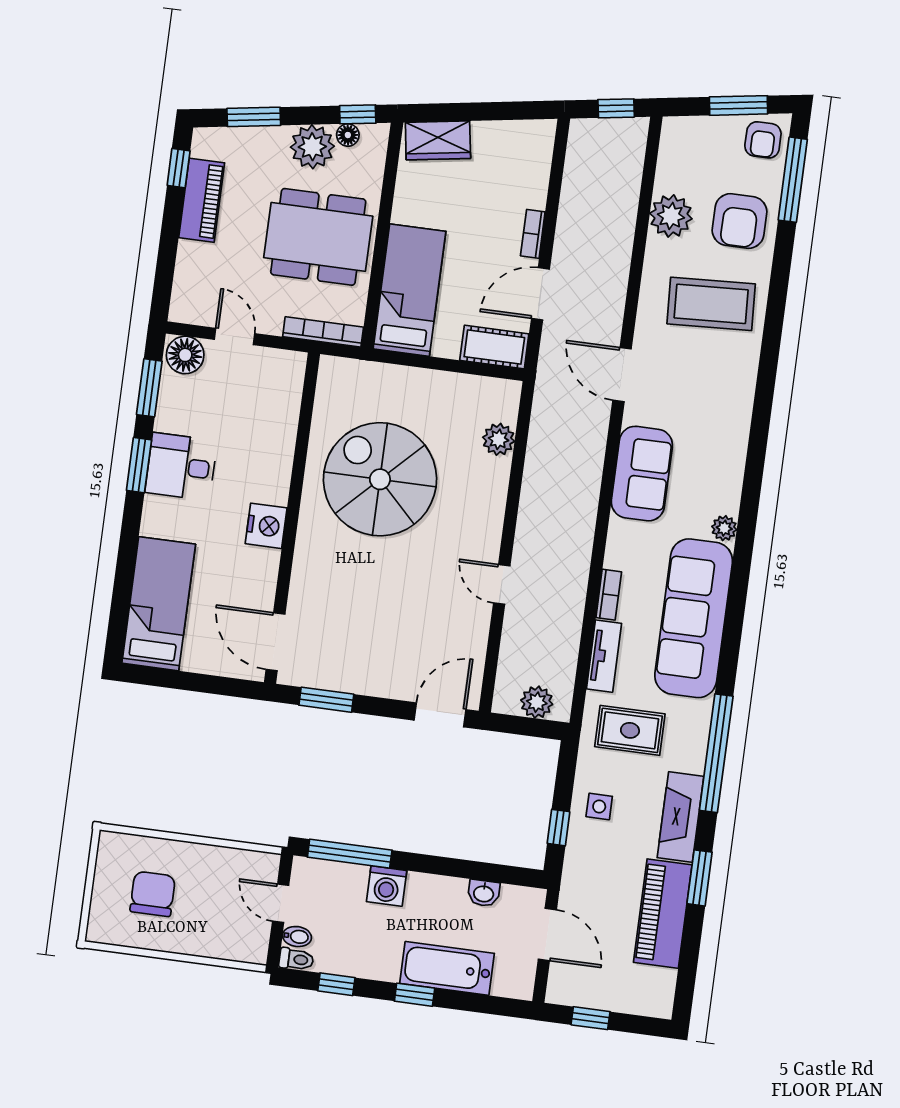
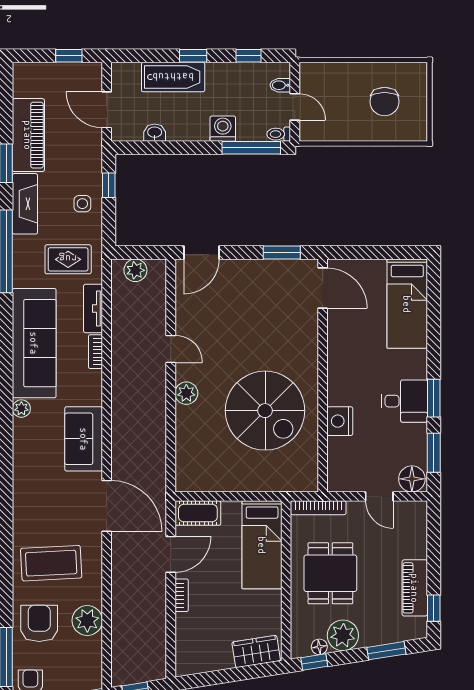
dining table: (318, 237) -> (330, 573), width x0.73
door: (622, 375) -> (107, 506), width x1.36
plant: (499, 439) -> (186, 393), moved
nightstand: (266, 526) -> (340, 421), moved
toilet: (296, 959) -> (279, 134), moved

